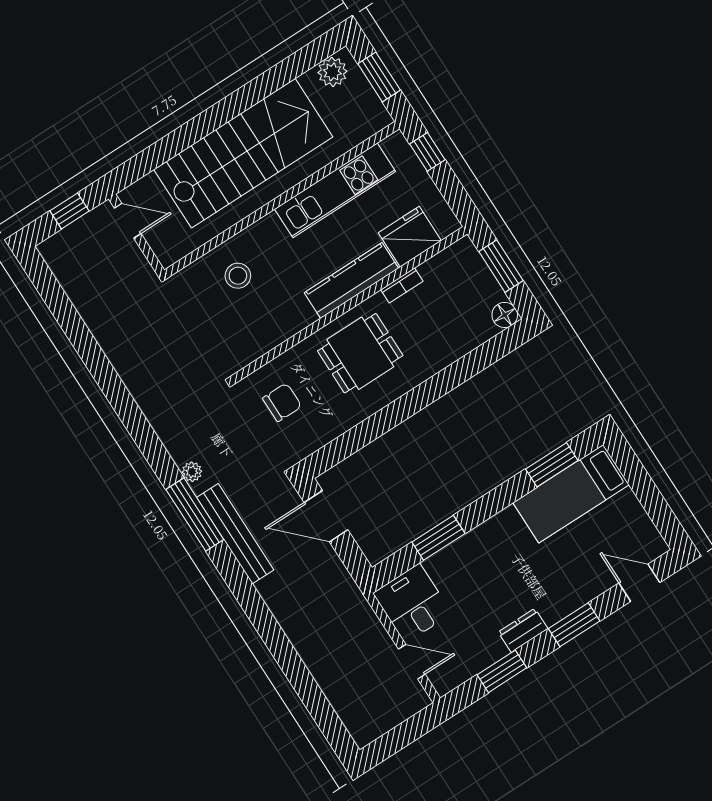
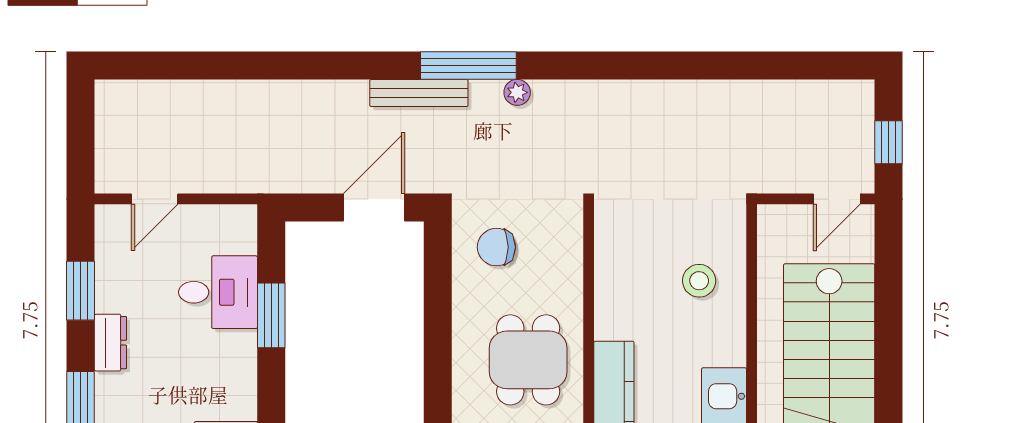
chair: (282, 402) -> (496, 247), moved, turned 90
bench: (235, 534) -> (419, 93), width x0.73, depth x0.82
desk: (412, 603) -> (218, 292), moved

